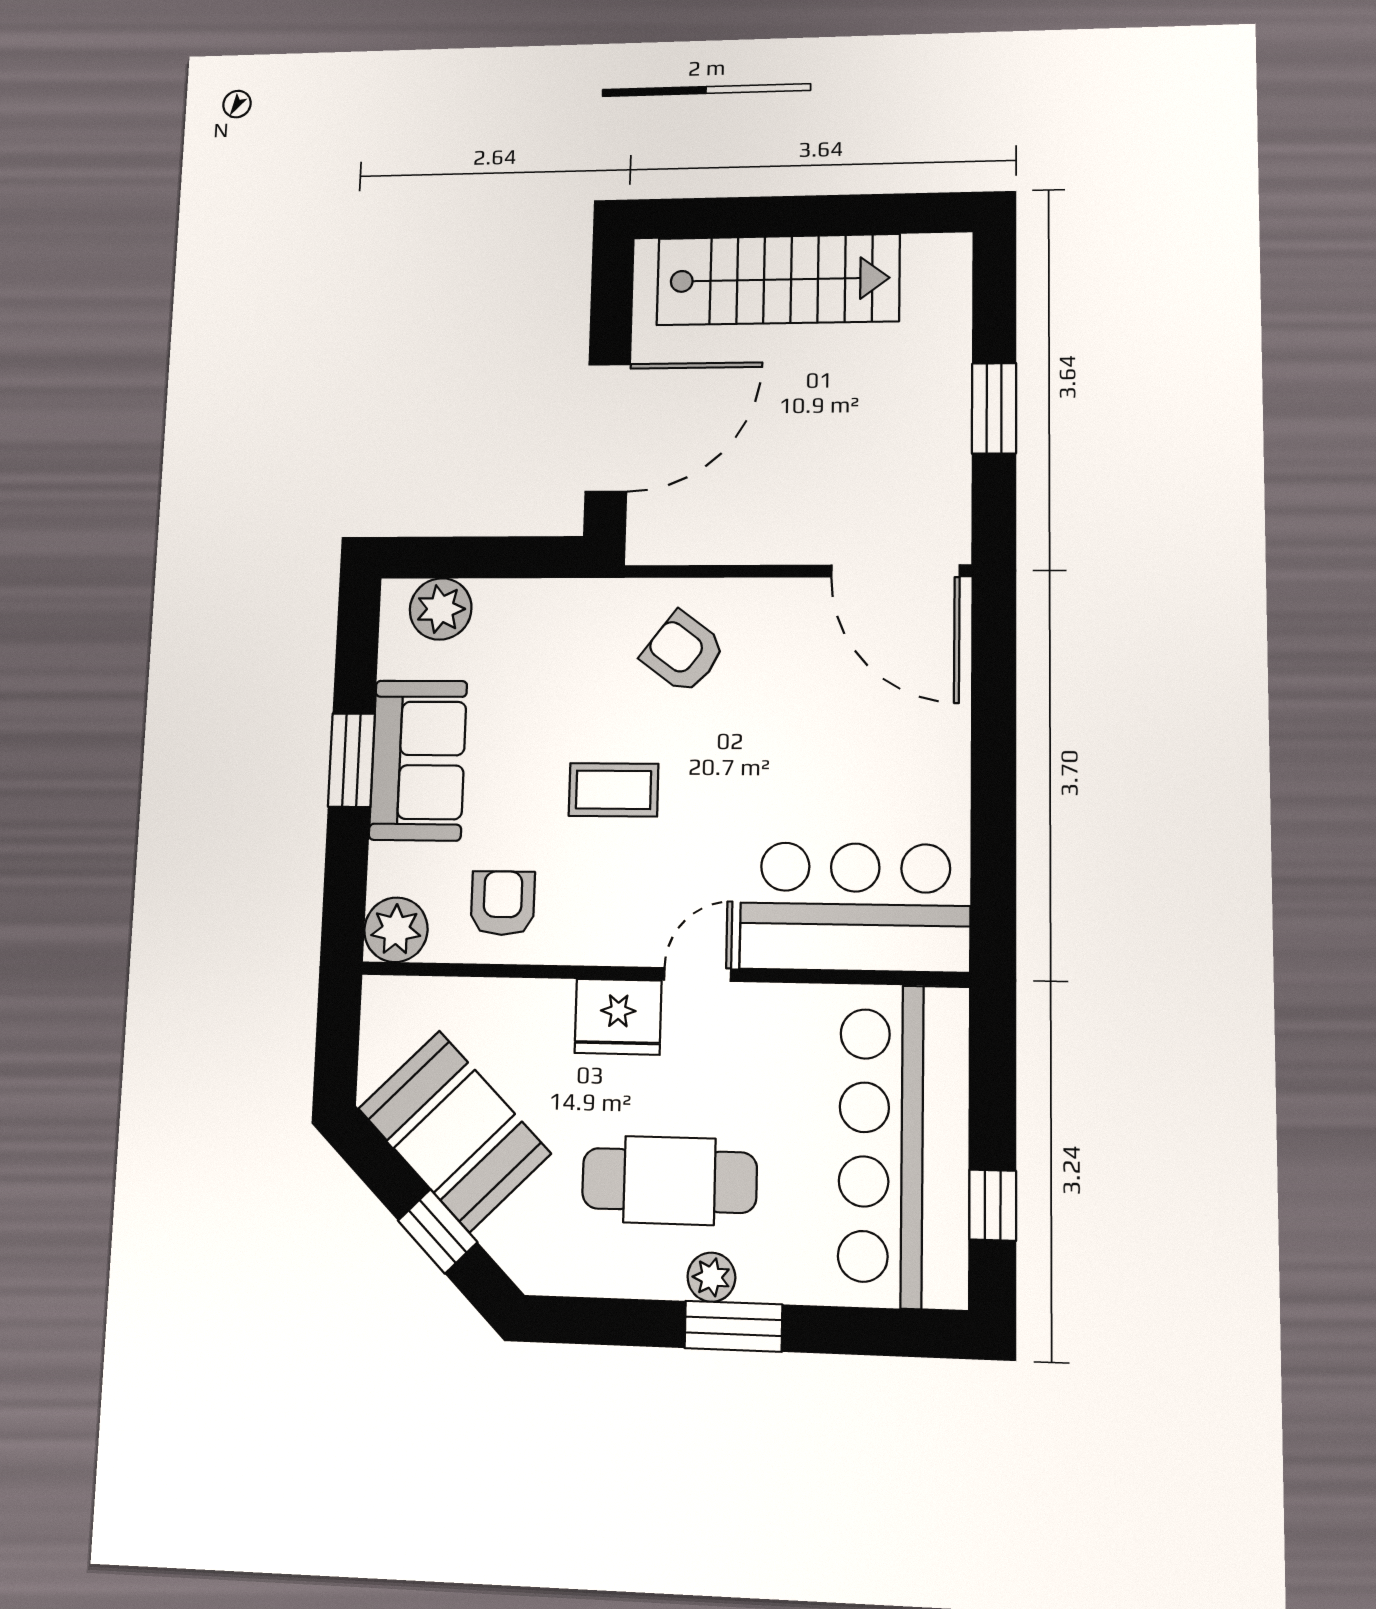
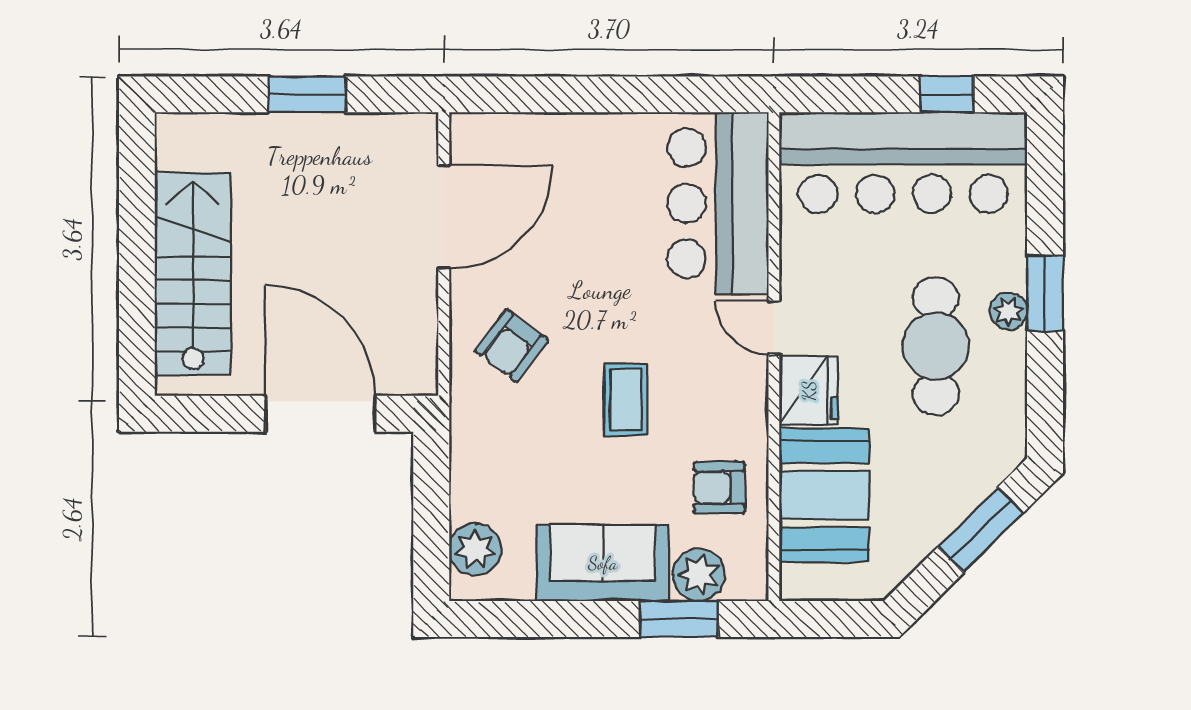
door: (895, 571) -> (444, 217), moved
window: (351, 760) -> (679, 619), moved
plant: (396, 930) -> (699, 575), moved
booth: (454, 1131) -> (824, 495), moved, turned -45
window: (438, 1231) -> (981, 530), width x1.50

